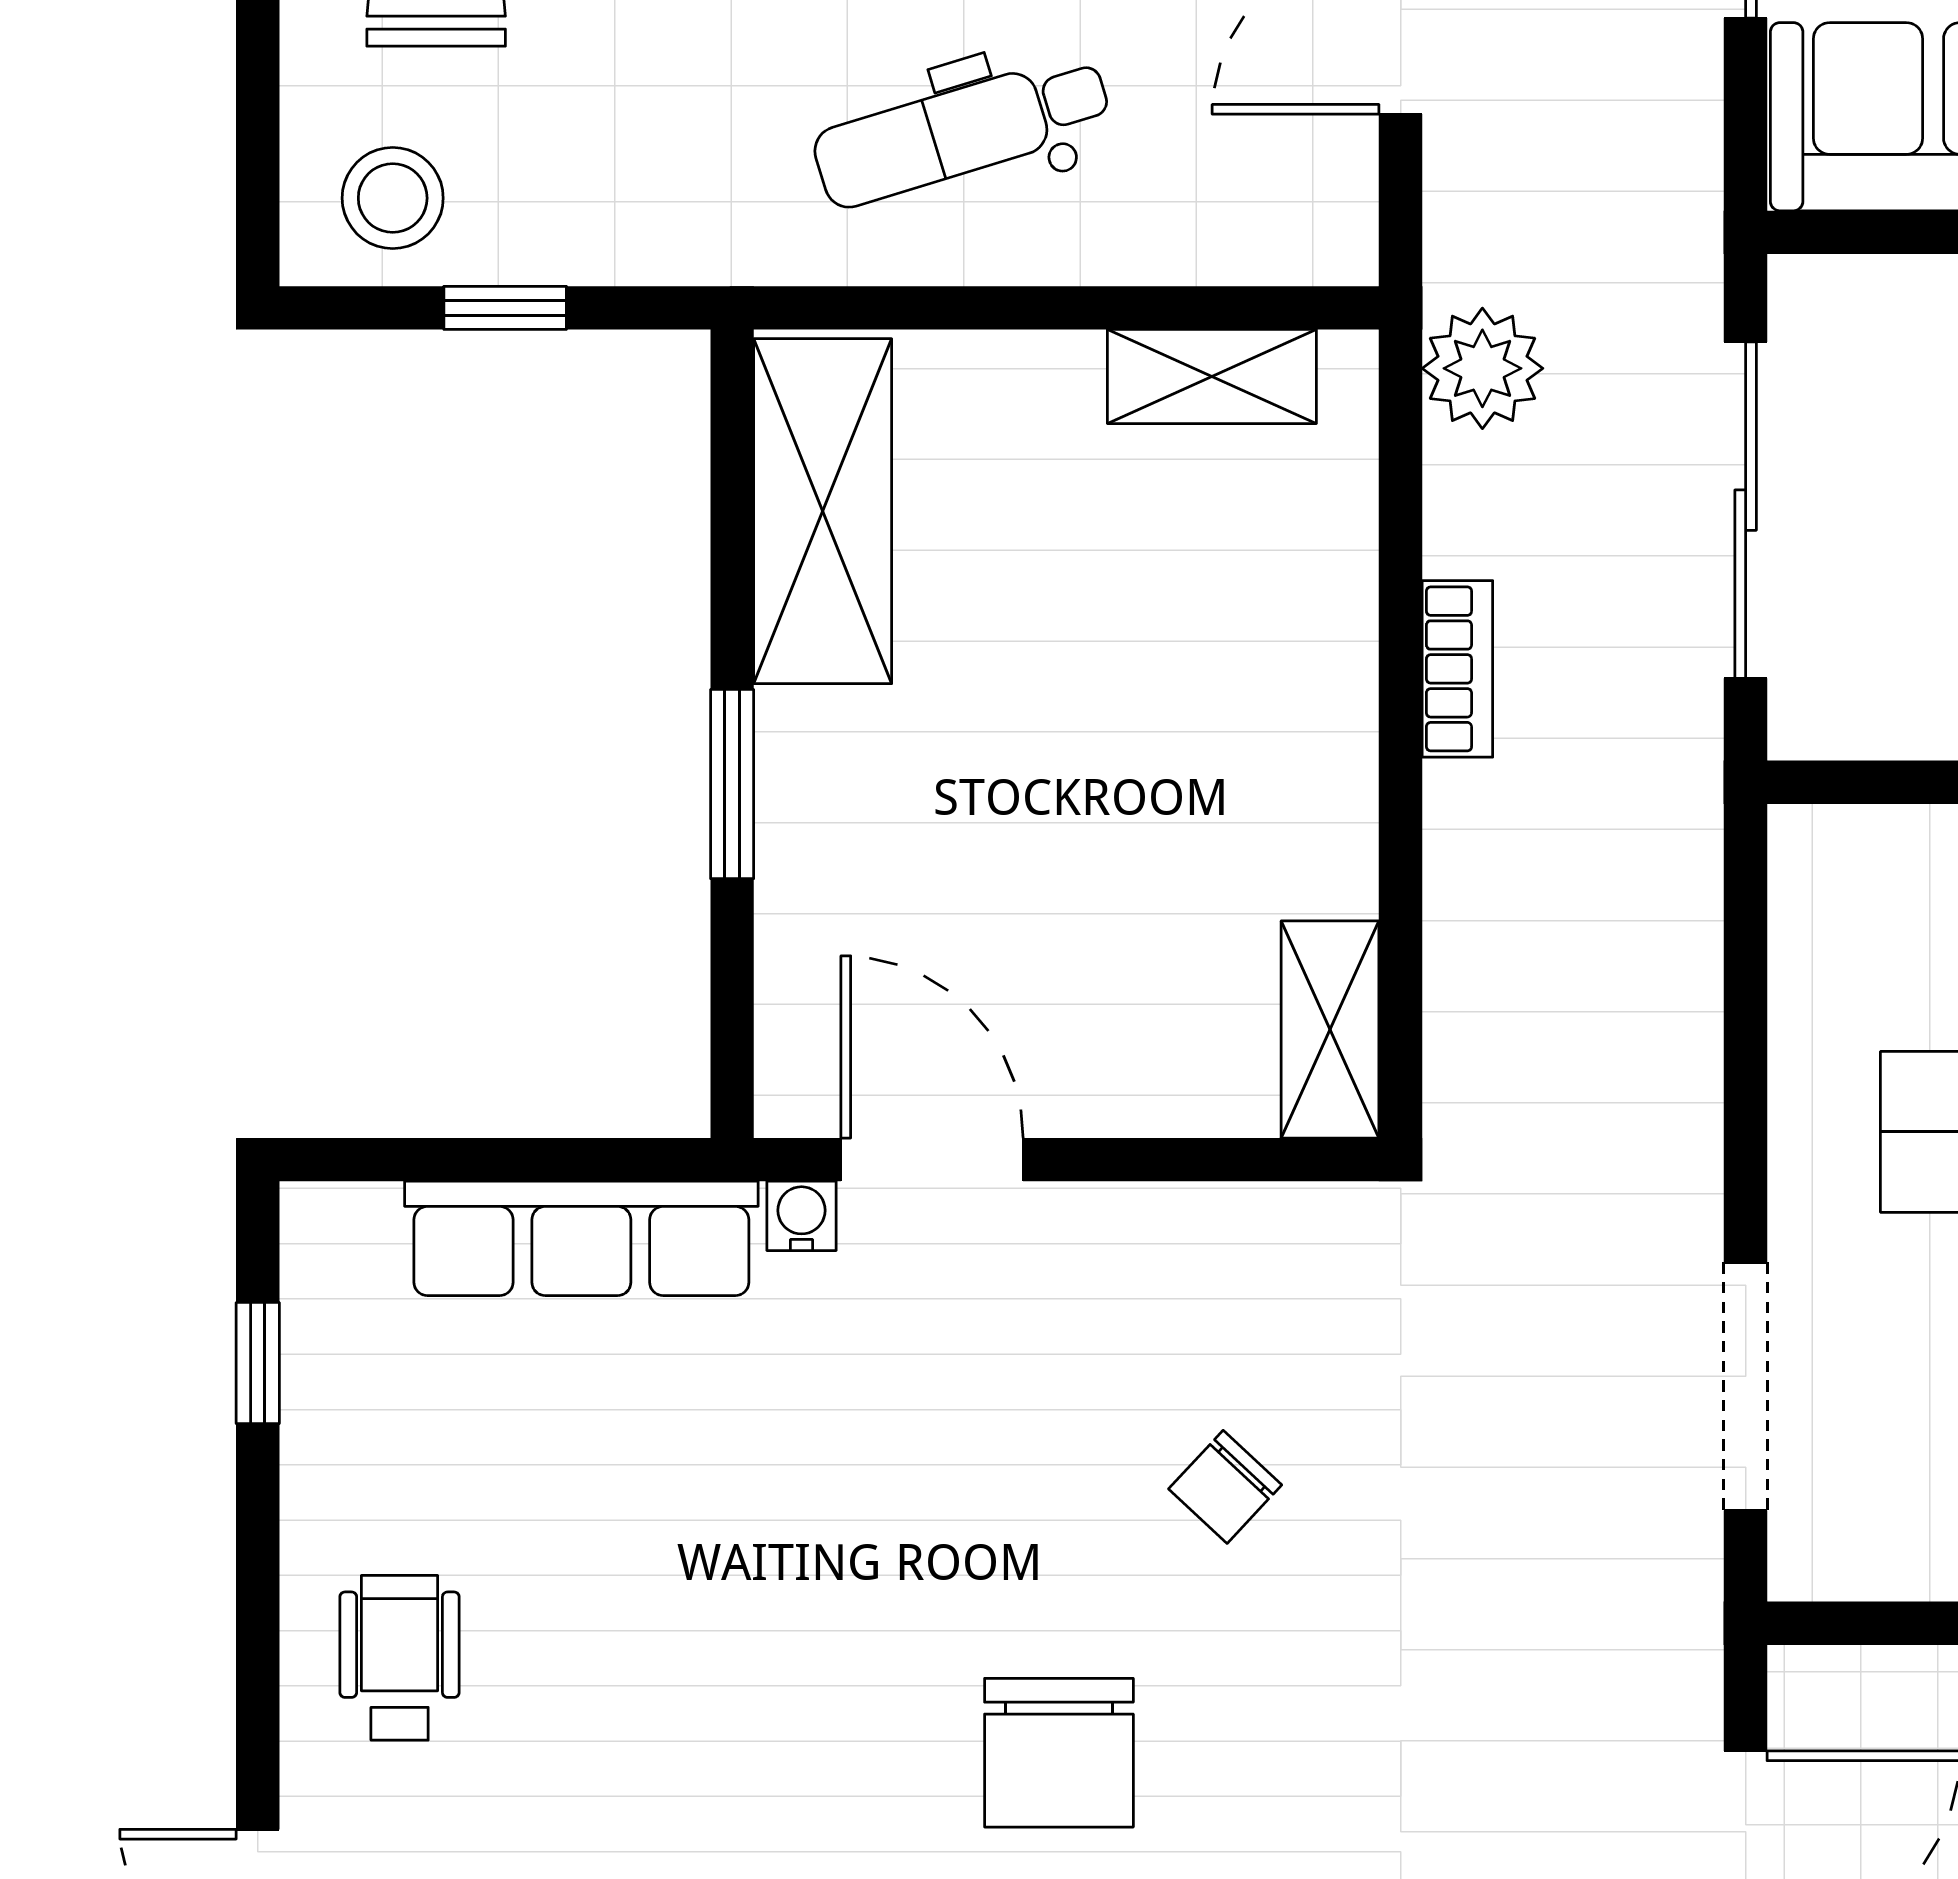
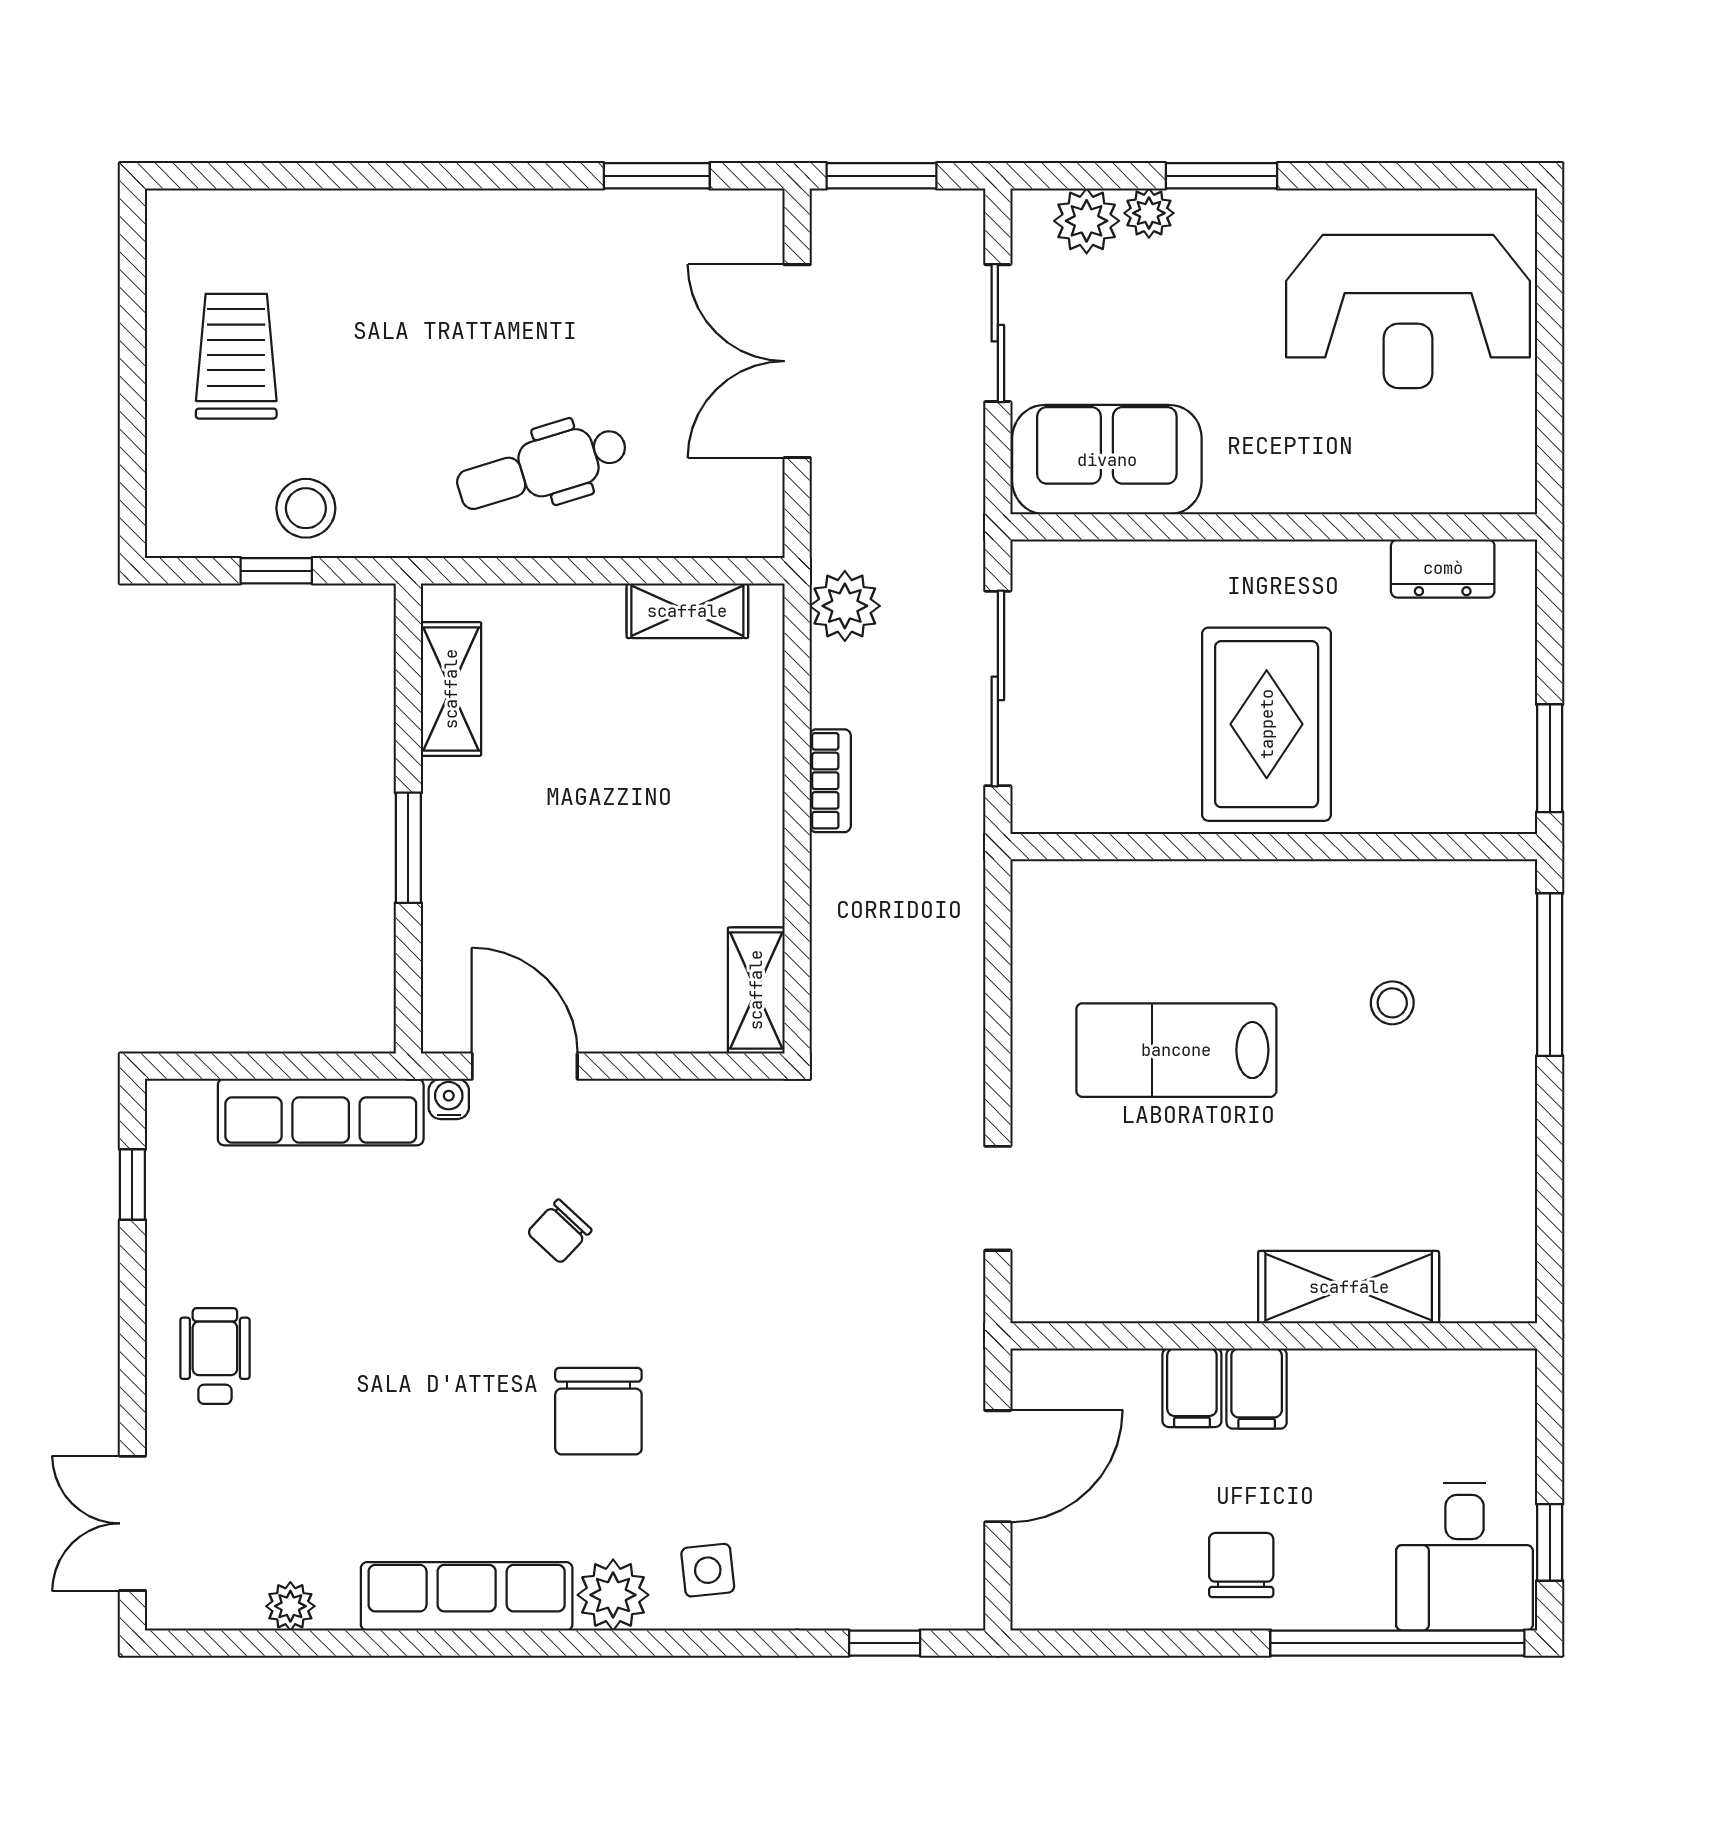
stool: (393, 198) -> (306, 508), moved
shelving: (823, 511) -> (451, 689), width x0.67, depth x0.75
doorway: (1746, 1387) -> (998, 1198), width x0.73
chair: (1225, 1487) -> (559, 1231), moved

